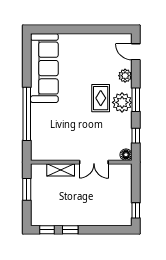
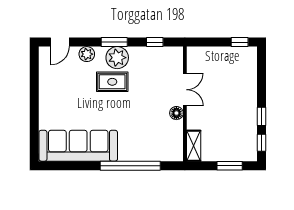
floor lamp: (126, 155) -> (176, 113), moved
shelving: (61, 170) -> (194, 146), moved
window: (27, 189) -> (230, 166), moved

